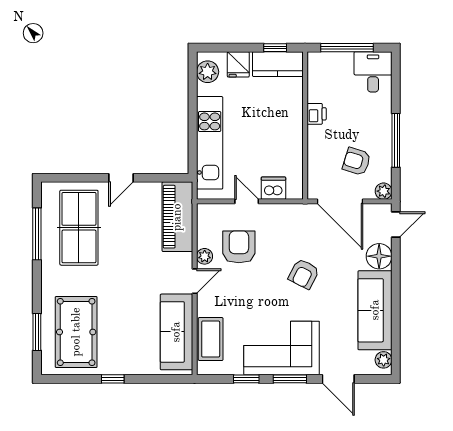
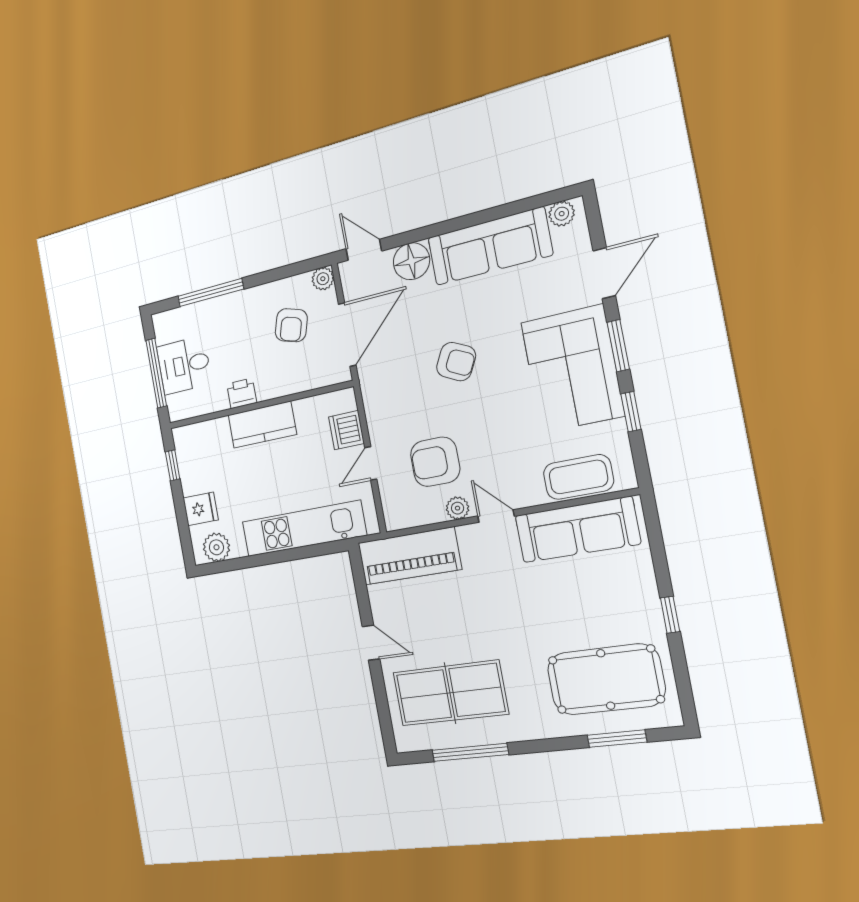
kitchen counter: (278, 64) -> (262, 425), moved, turned 90
desk: (373, 72) -> (184, 365), moved
window: (396, 140) -> (211, 293), moved

